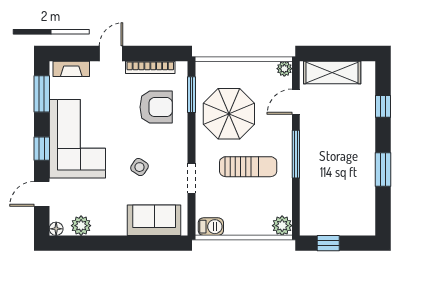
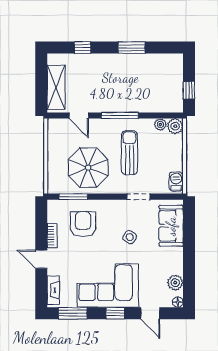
bookcase: (150, 67) -> (52, 236), width x0.64
plant: (284, 69) -> (160, 124), moved

